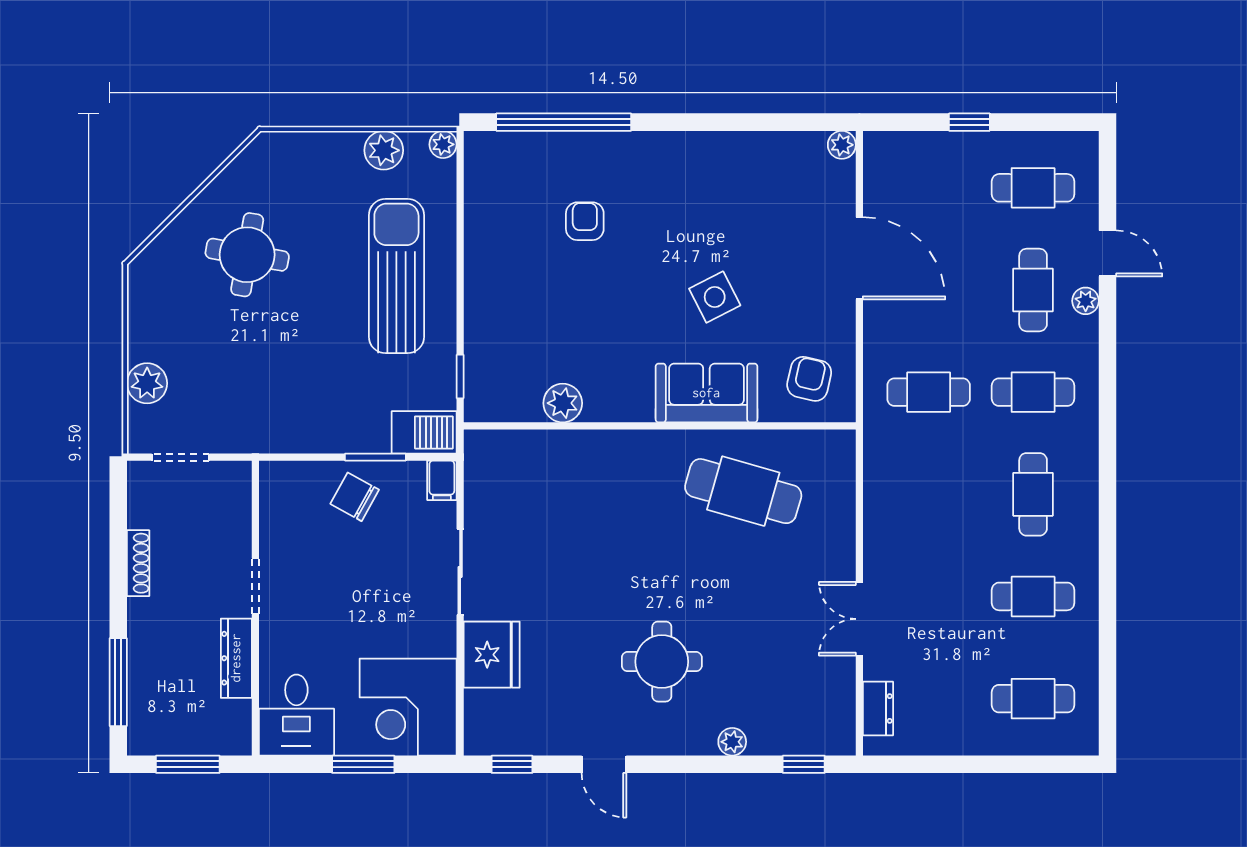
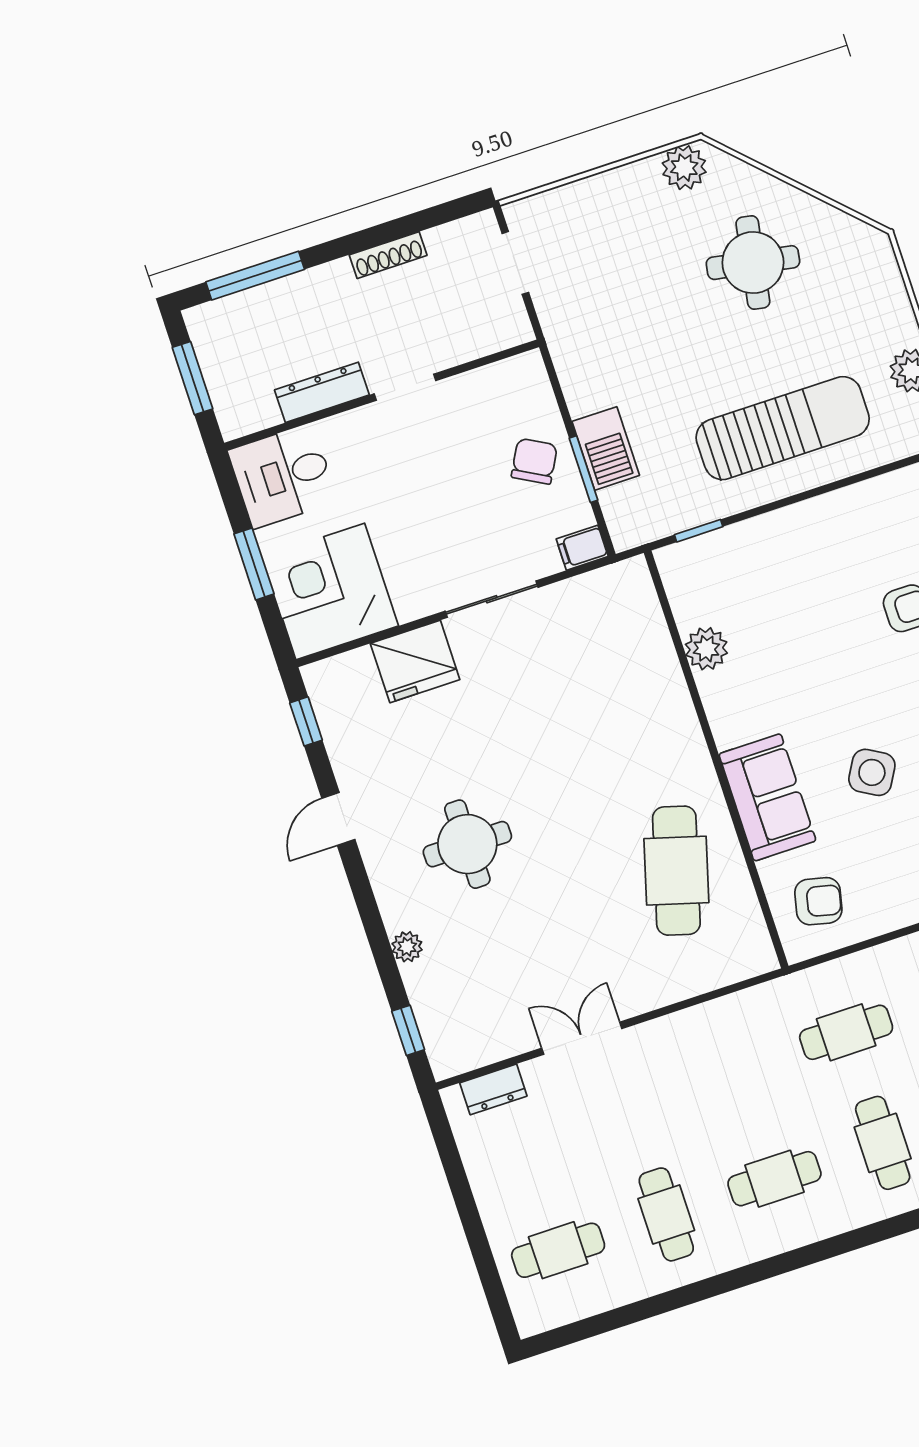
side table: (715, 297) -> (872, 772), turned -33
plant: (147, 383) -> (684, 168), moved
cafe table: (929, 392) -> (846, 1032), turned 90
barbecue: (424, 432) -> (606, 448), moved
cafe table: (1033, 699) -> (558, 1250), turned 90

